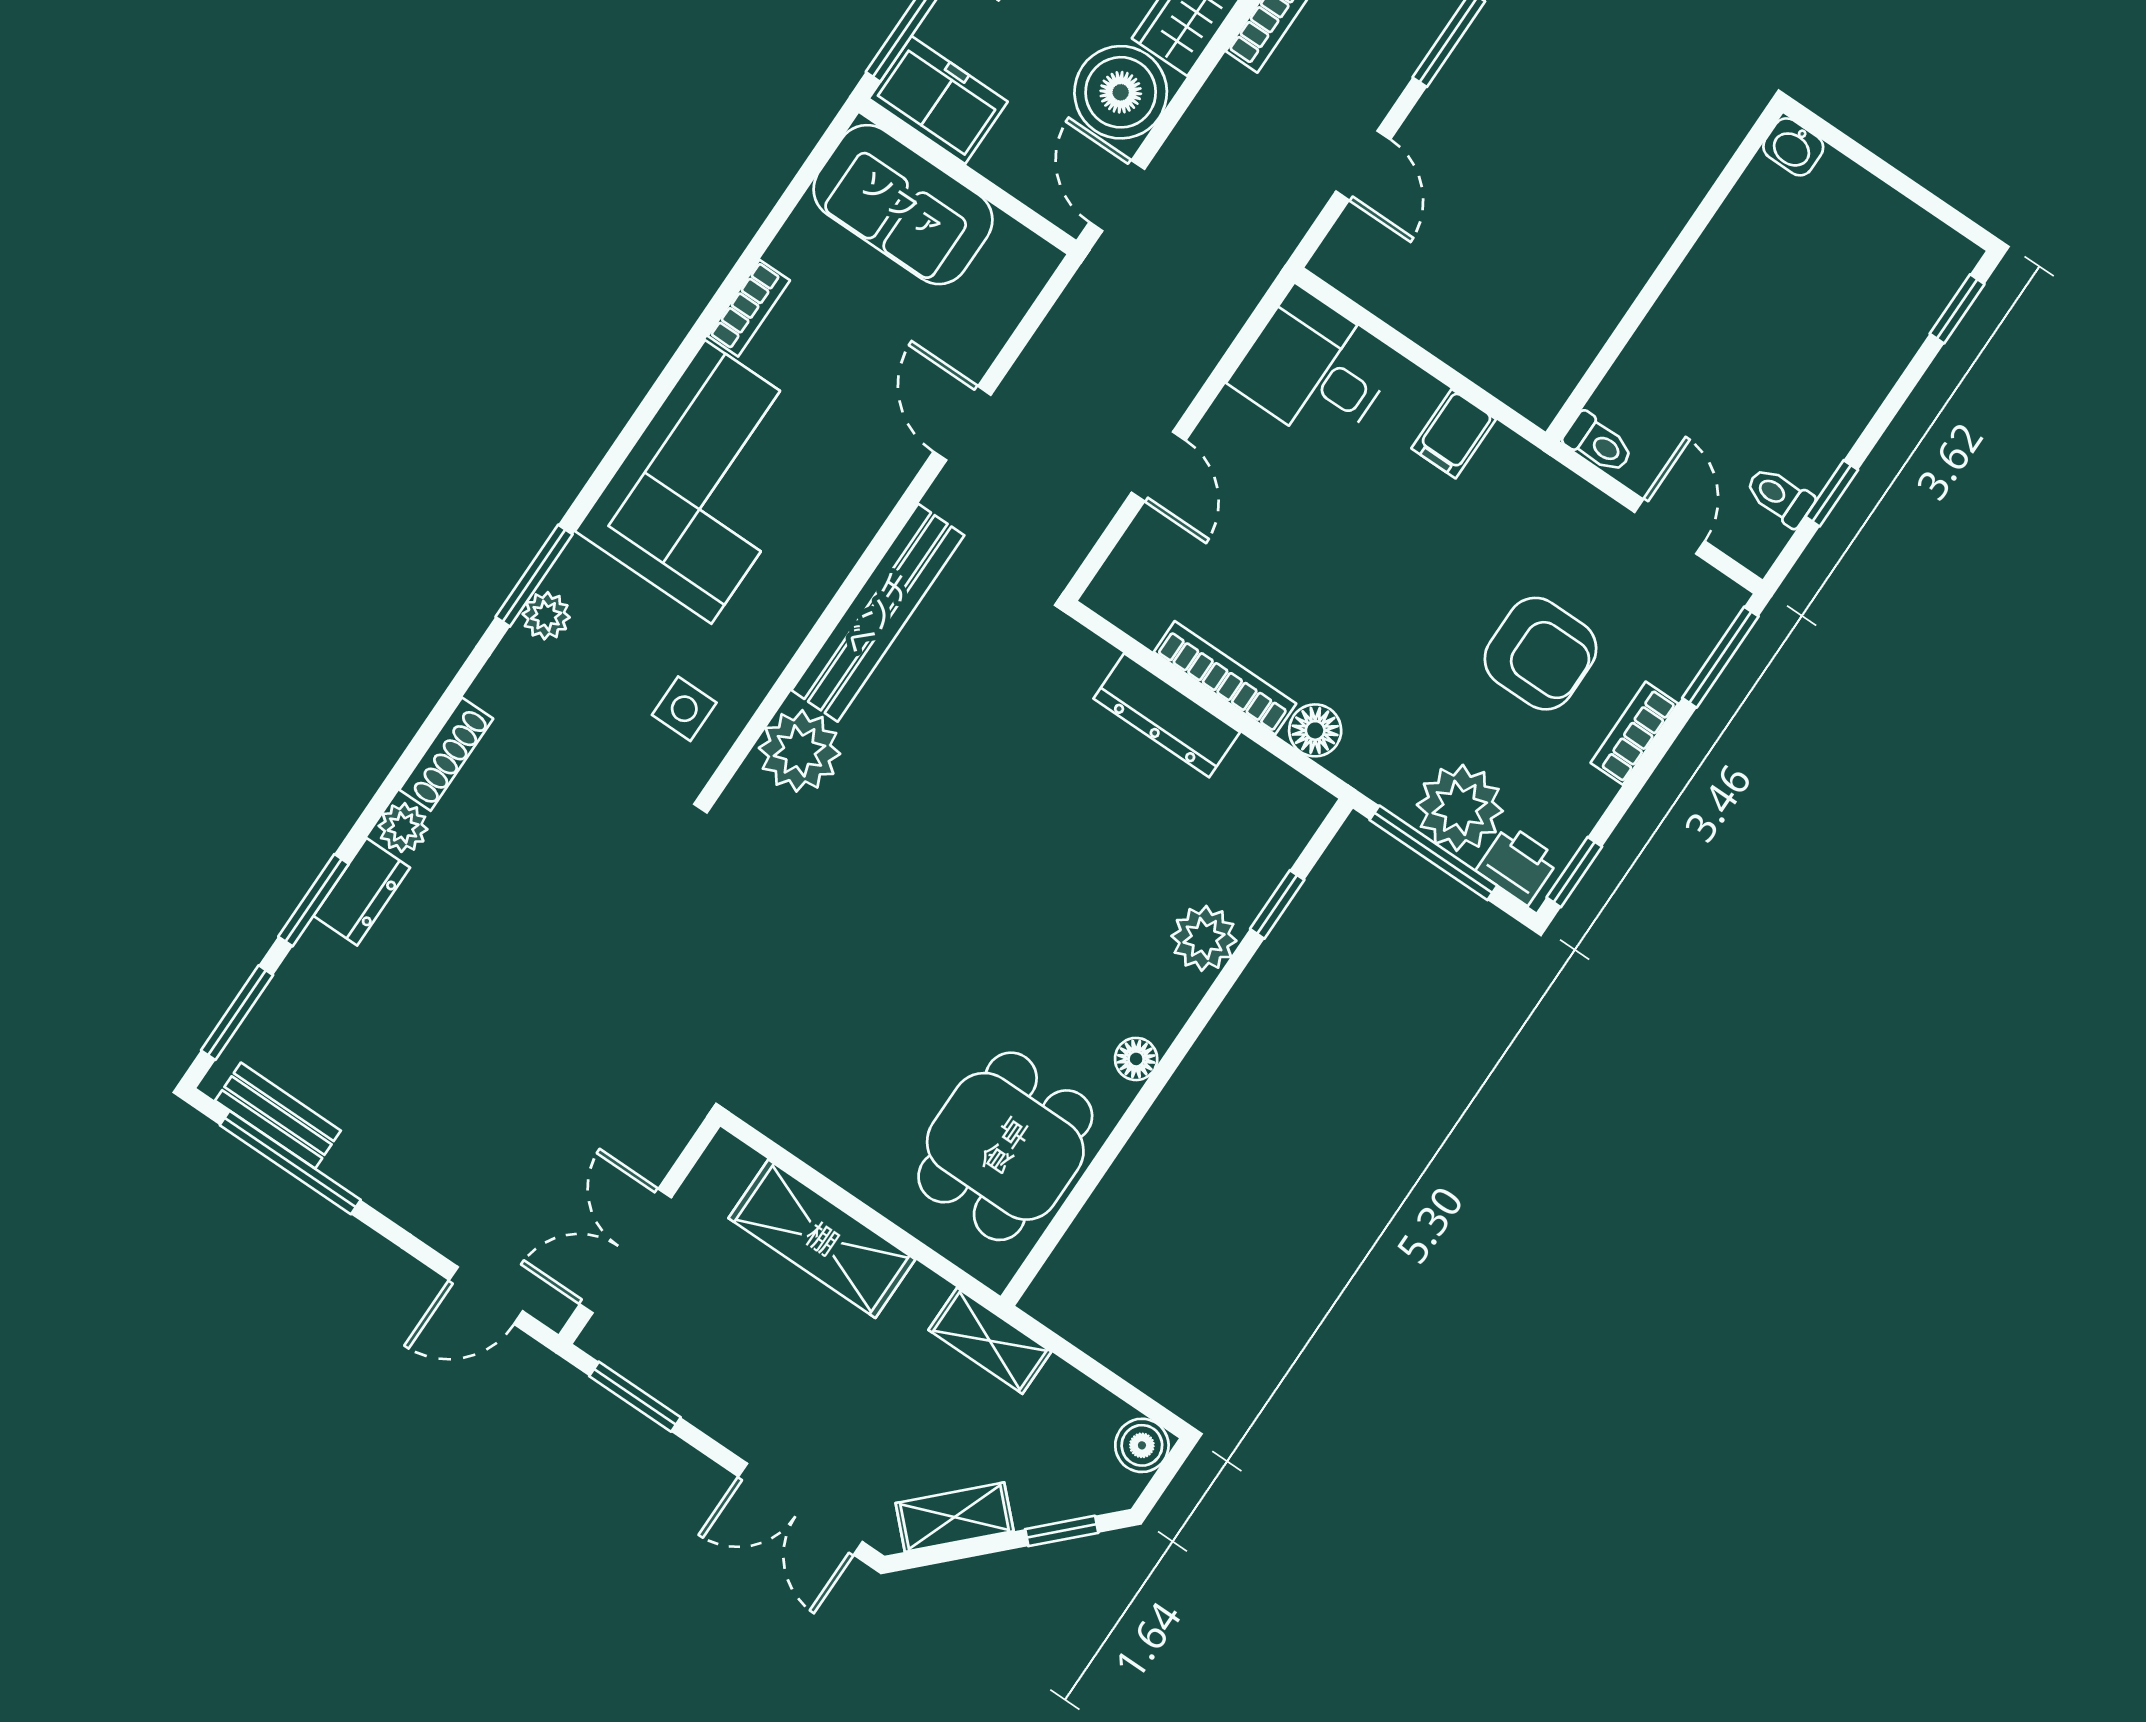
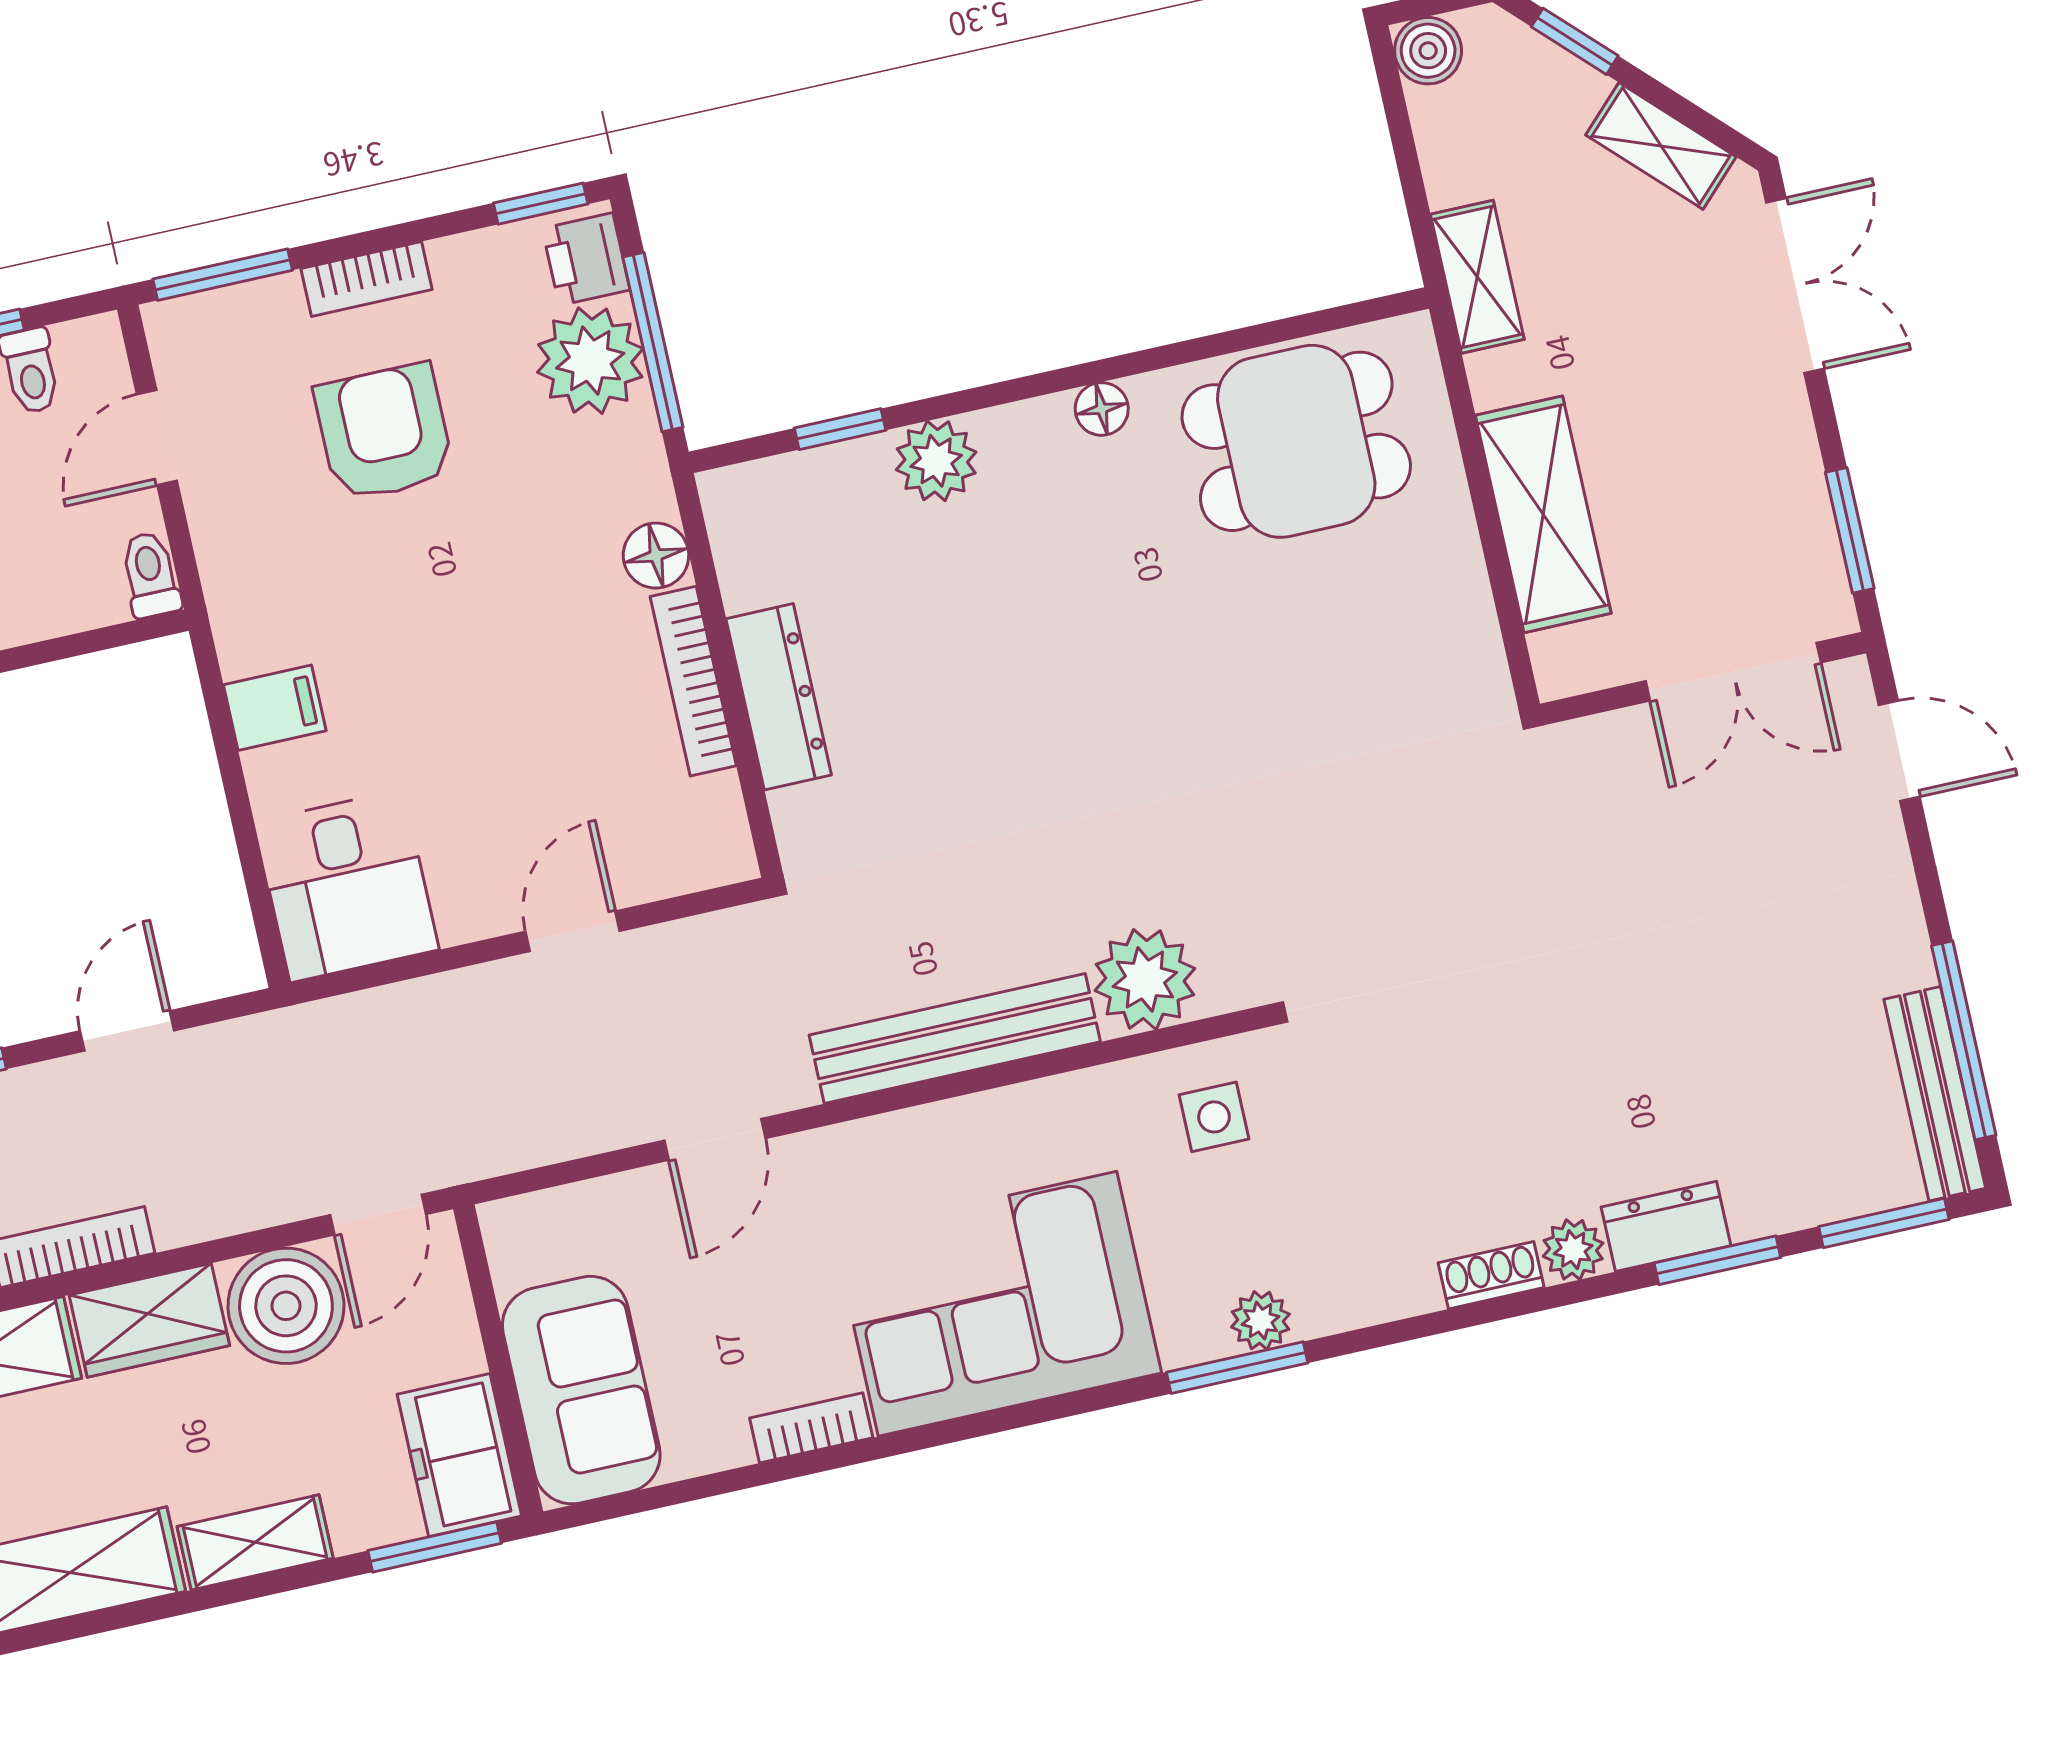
shoe rack: (446, 754) -> (1491, 1275), width x0.70
bench: (278, 1116) -> (1935, 1094), width x1.36

